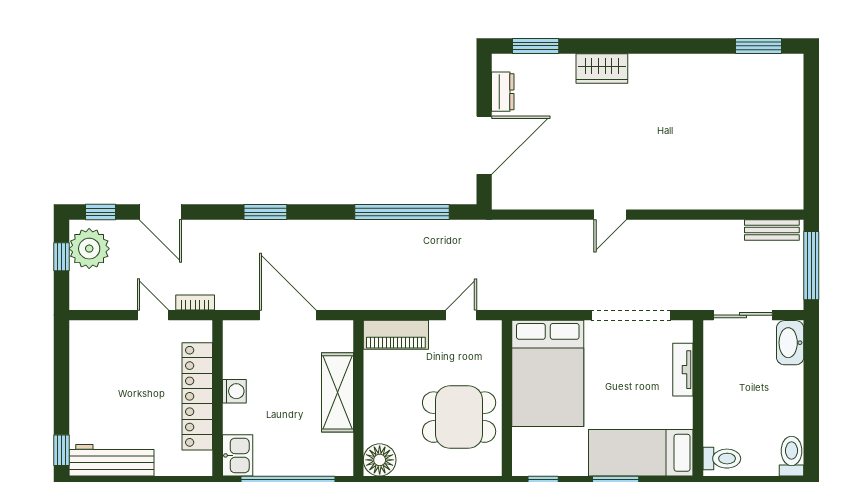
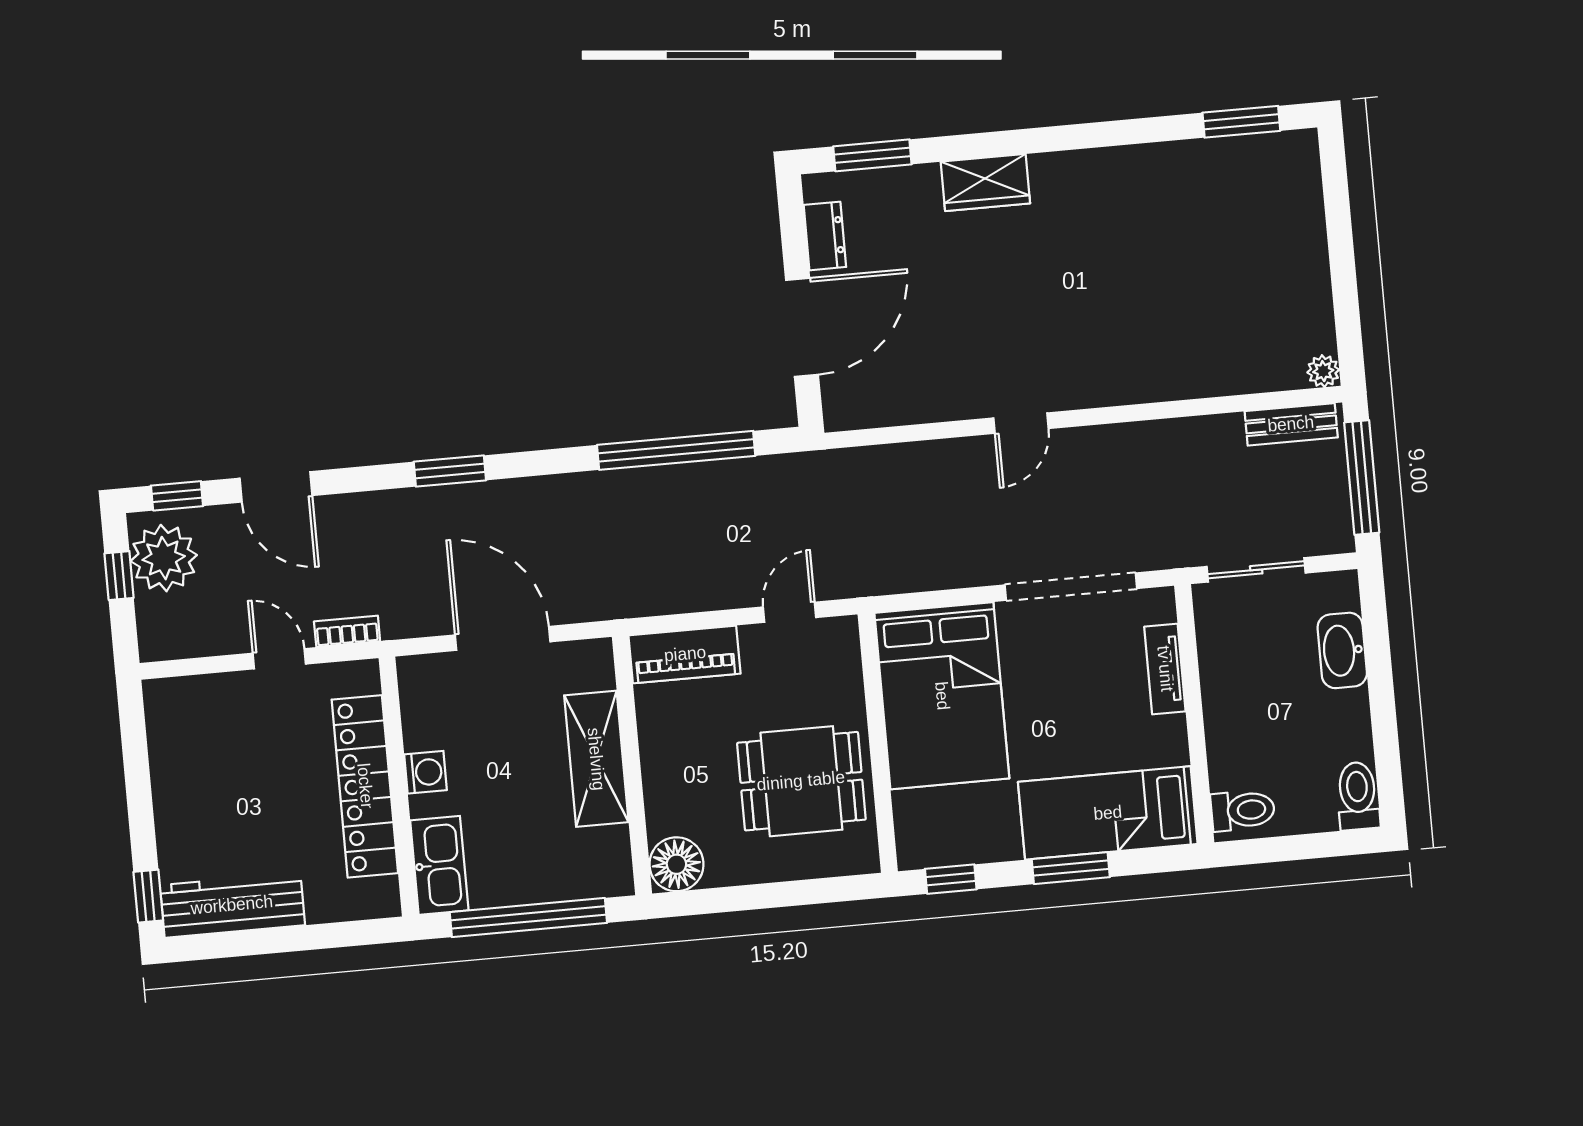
plant: (794, 200) -> (1323, 371), added
washbasin: (790, 343) -> (1342, 650), moved
kitchen sink: (238, 455) -> (439, 865), width x1.38

